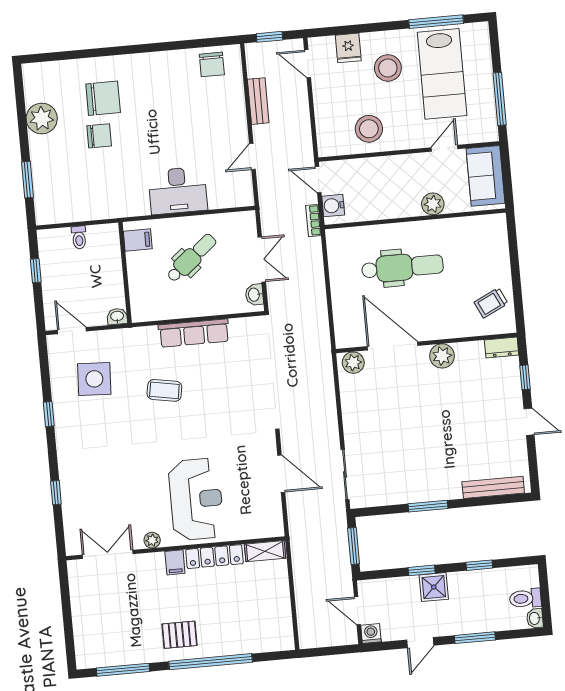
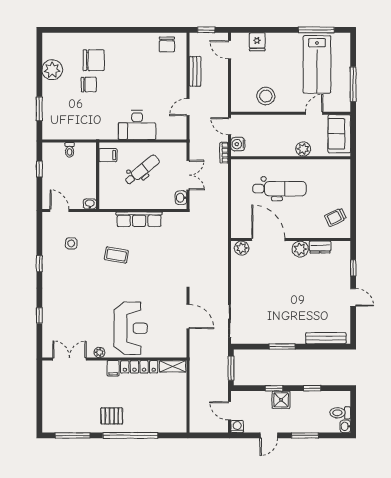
stool: (388, 68) -> (282, 57), removed
dresser: (502, 347) -> (320, 247), moved
side table: (94, 379) -> (71, 243), width x0.54, depth x0.54

